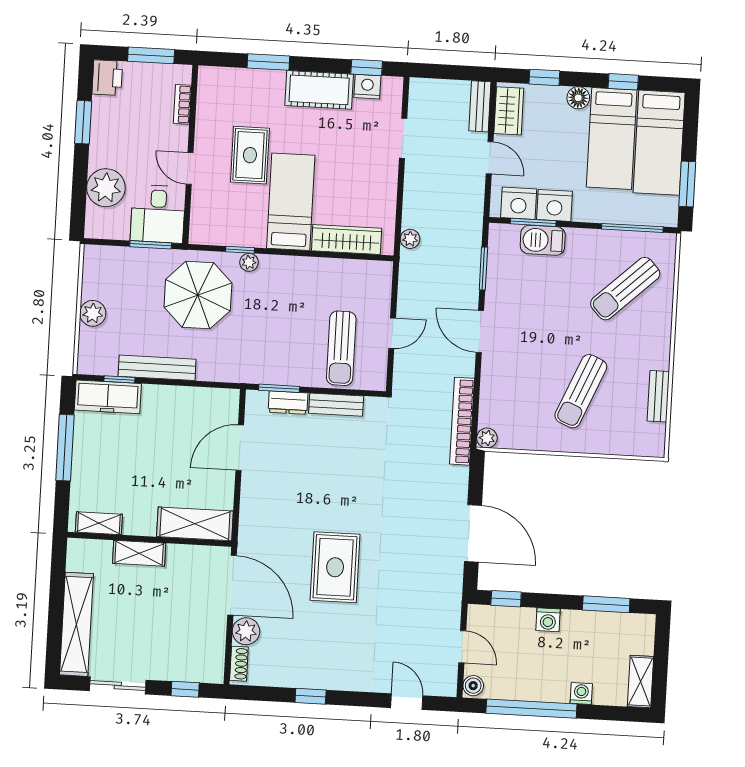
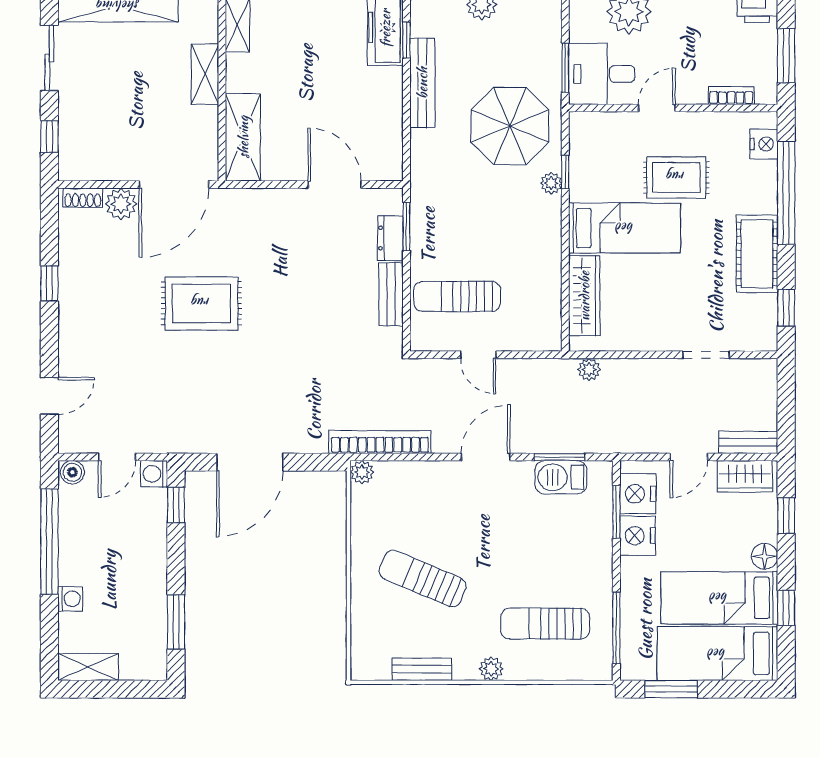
window: (268, 62) -> (786, 193), width x2.11
nightstand: (367, 87) -> (764, 144), moved
barbecue: (543, 240) -> (561, 477), moved, turned -90
sun lounger: (625, 289) -> (545, 624), turned -47
plant: (661, 337) -> (491, 669), added
washing machine: (548, 620) -> (154, 474), moved

